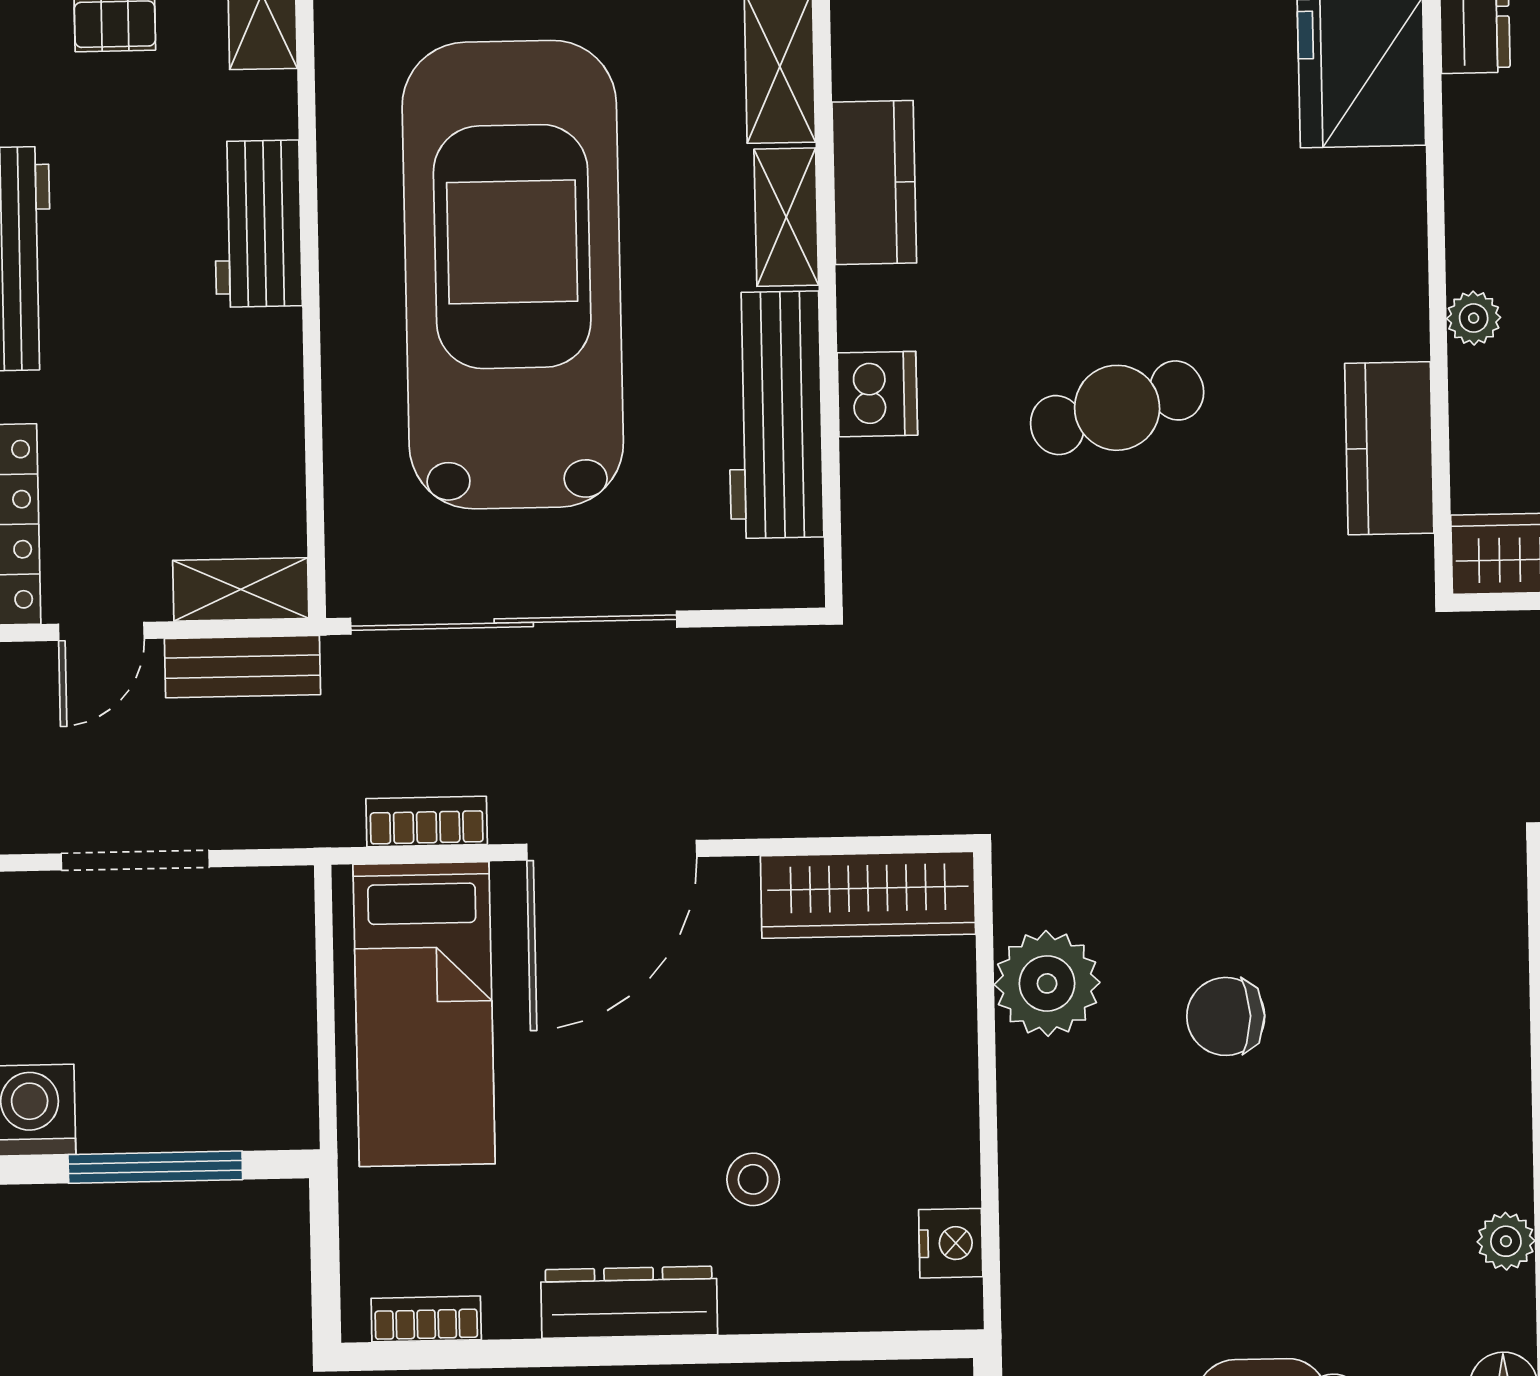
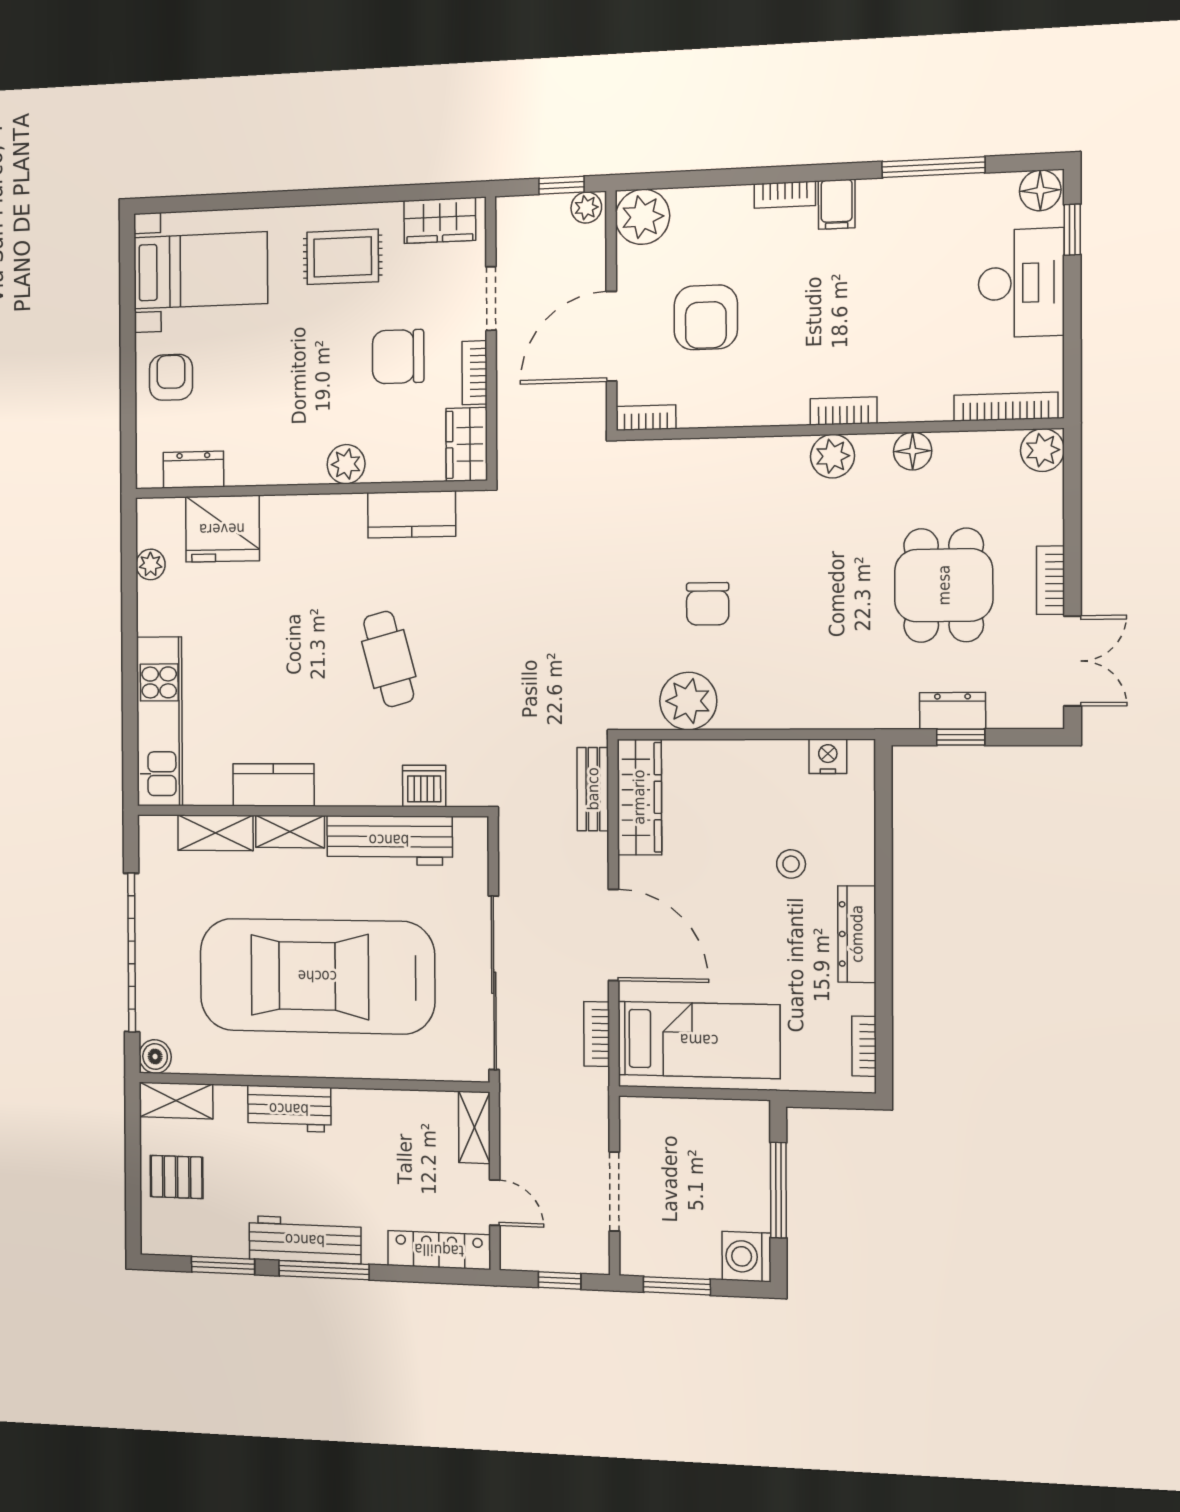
plant: (1474, 318) -> (346, 464), width x1.38, depth x1.38
dishwasher: (877, 394) -> (424, 786), moved
bench: (243, 667) -> (593, 789), moved
plant: (1506, 1241) -> (832, 456), width x1.38, depth x1.38

